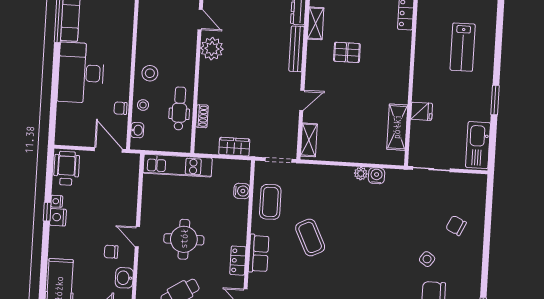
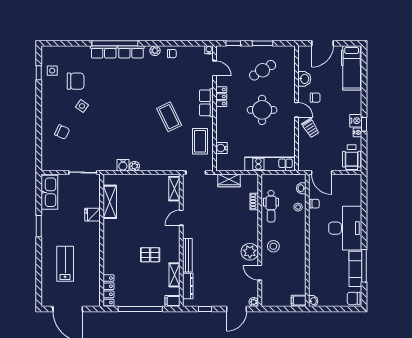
stool: (150, 73) -> (273, 246), moved
trolley: (120, 211) -> (311, 128), added

